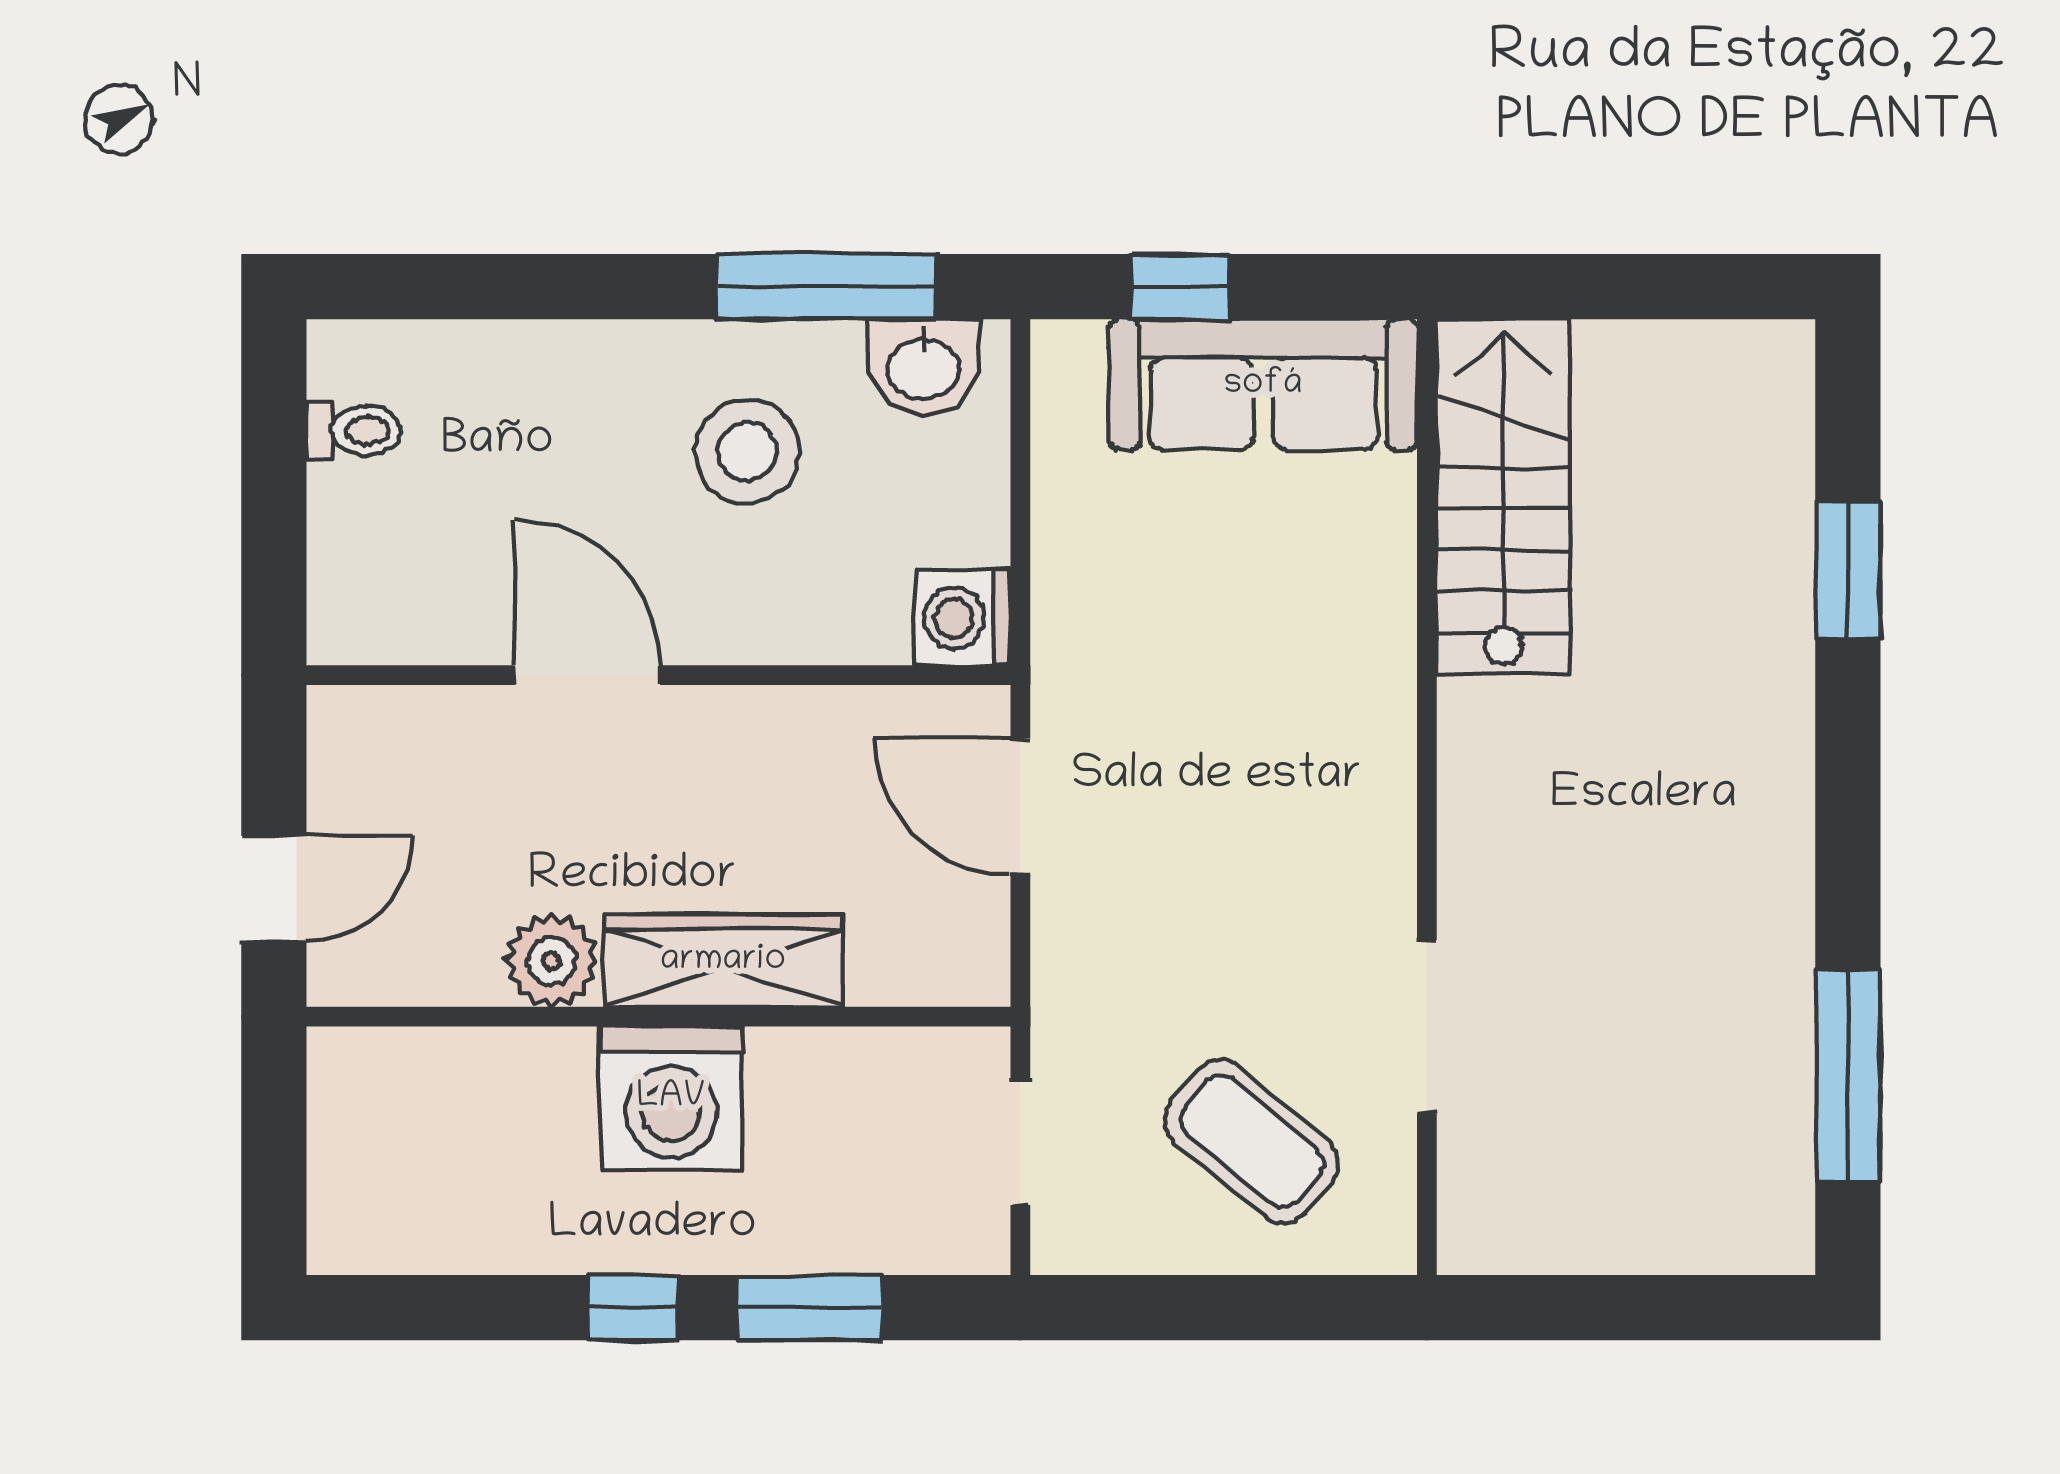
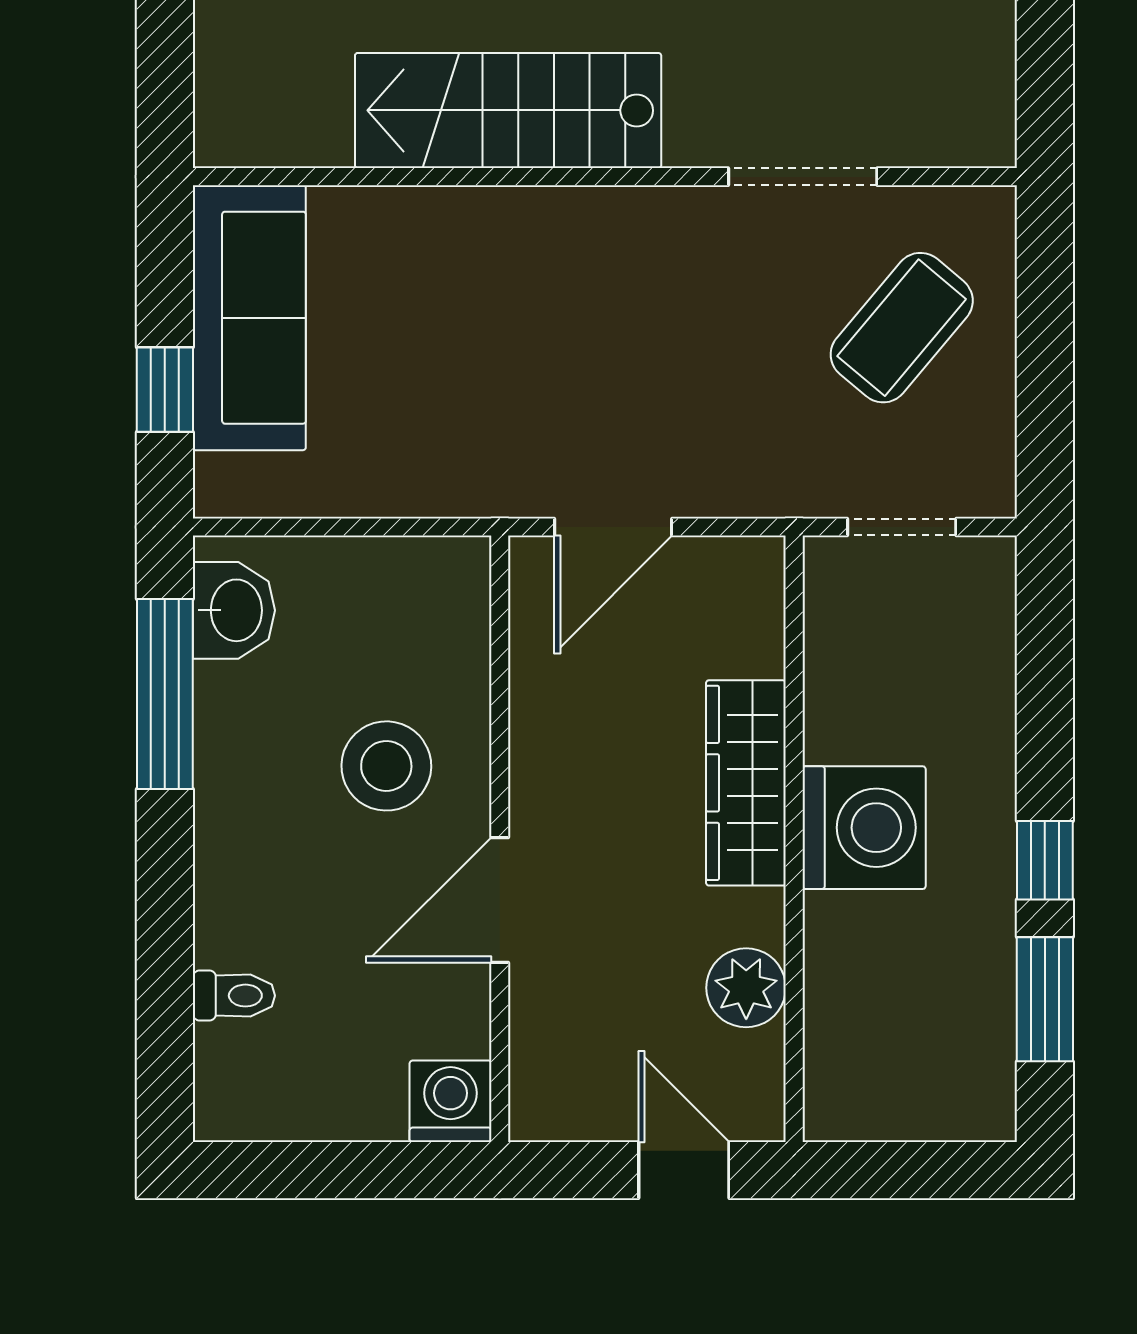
toilet: (354, 431) -> (234, 996), moved, turned 90
stool: (747, 452) -> (386, 766), moved
stairs: (1504, 497) -> (508, 110), moved
washing machine: (963, 618) -> (451, 1101), moved, turned 180
plant: (552, 961) -> (746, 988), moved
window: (810, 1308) -> (1045, 999), moved

